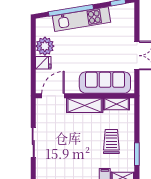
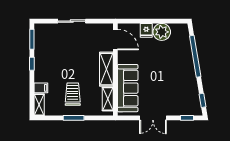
kitchen unit: (81, 19) -> (187, 66), removed
window: (137, 19) -> (187, 118), added
trolley: (111, 141) -> (73, 94), turned -90
window: (137, 154) -> (74, 118), moved

